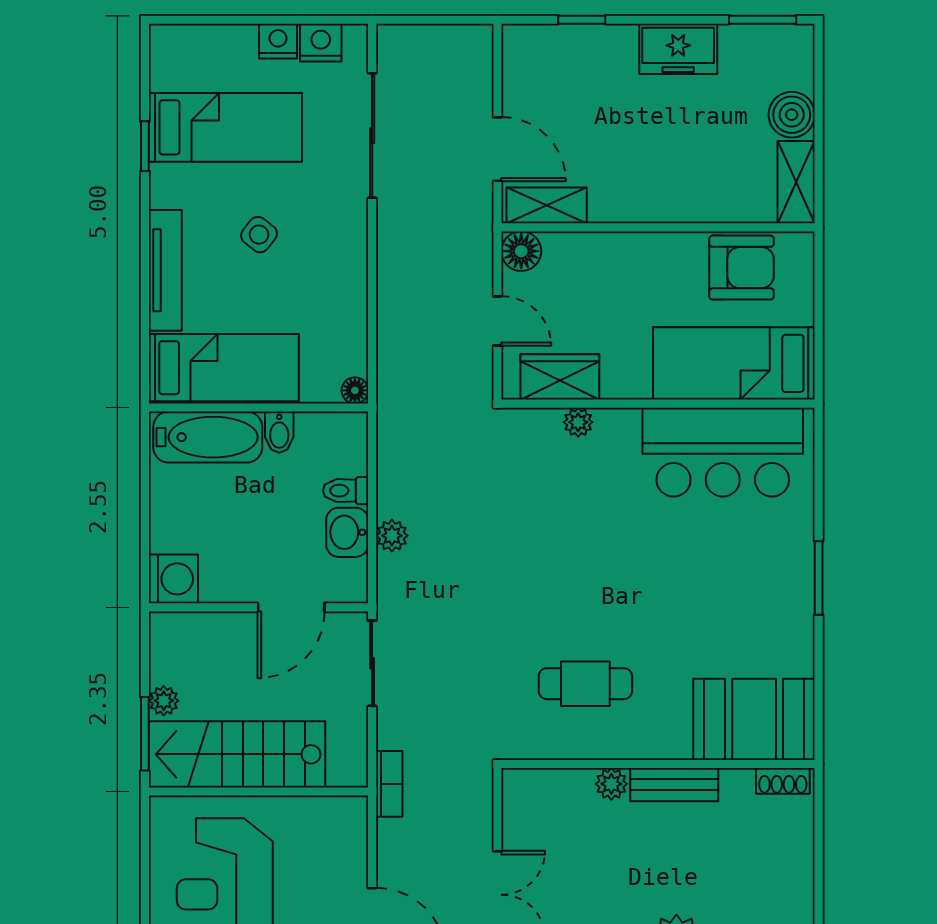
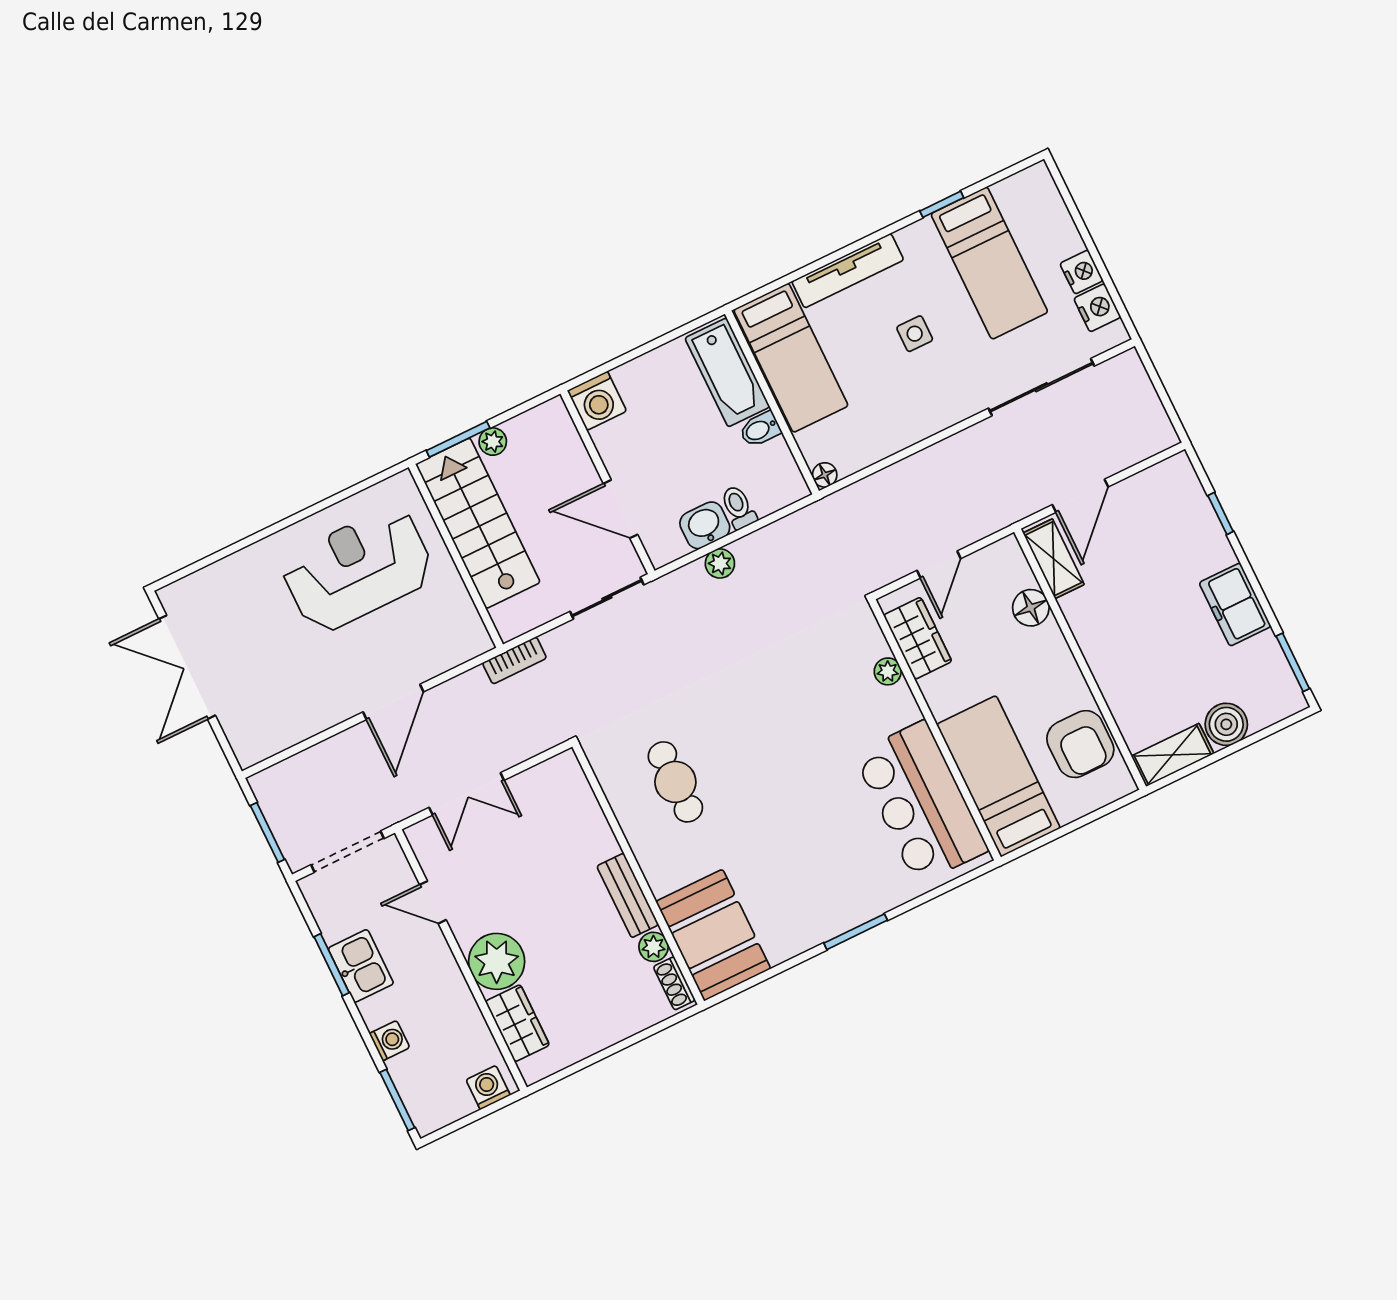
side table: (259, 235) -> (915, 334), turned -38
floor lamp: (521, 251) -> (1031, 608), moved
plant: (611, 784) -> (653, 947), moved

